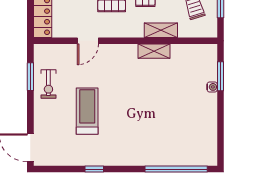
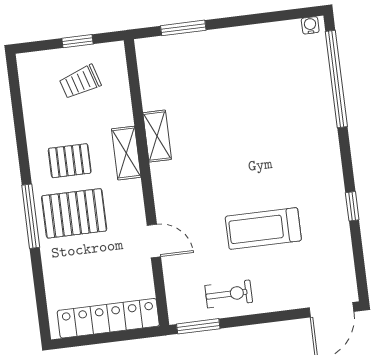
shelving: (161, 30) -> (126, 153), moved
window: (30, 77) -> (198, 326), moved
water cooler: (212, 87) -> (310, 25), moved

